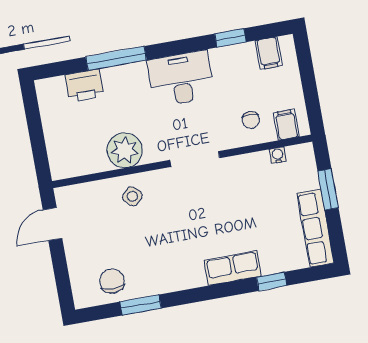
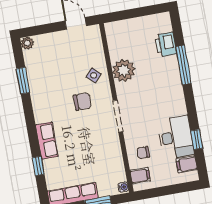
desk: (181, 79) -> (176, 137), moved
water cooler: (278, 155) -> (123, 187), moved
chair: (112, 281) -> (82, 101), moved
plant: (83, 298) -> (27, 43), added

